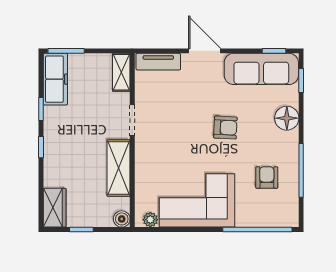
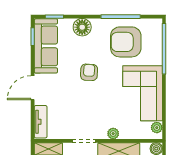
plant: (142, 160) -> (113, 134), added
armchair: (267, 177) -> (126, 42), width x1.88, depth x1.88

